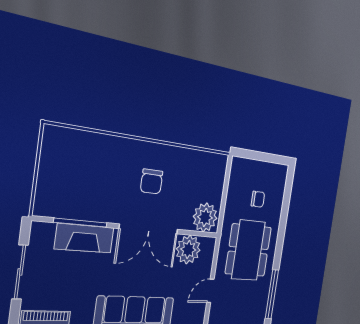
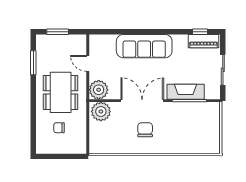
plant: (188, 250) -> (99, 90), moved
door: (210, 291) -> (88, 63), swing flipped
window: (272, 294) -> (33, 63), width x0.69

